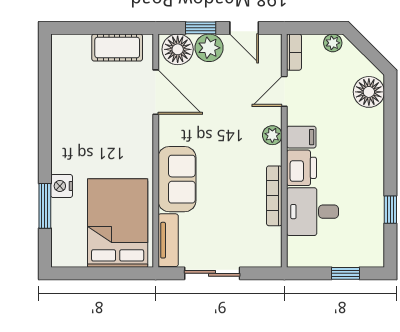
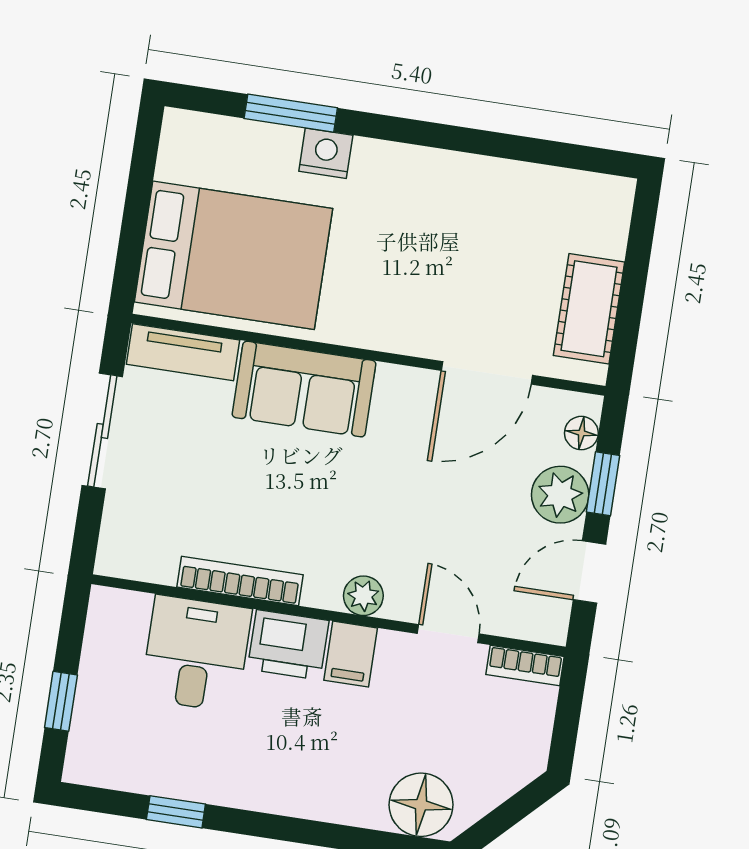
plant: (333, 43) -> (532, 747), removed
floor lamp: (178, 49) -> (581, 433), width x0.53, depth x0.53

